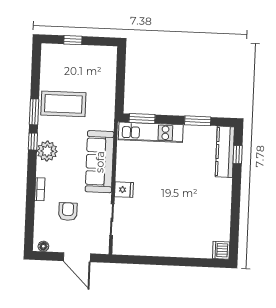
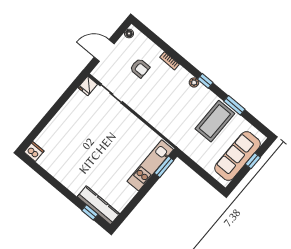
window: (34, 112) -> (234, 105), moved
window: (198, 121) -> (133, 203), removed
plant: (47, 151) -> (194, 82), width x0.53, depth x0.53
sofa: (100, 162) -> (238, 156), moved, turned -90
fridge: (124, 190) -> (88, 86), moved

